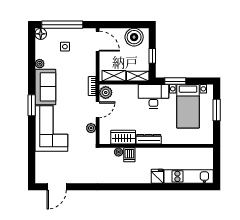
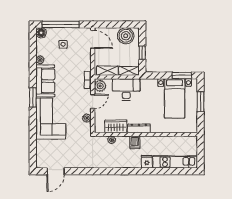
window: (175, 81) -> (182, 75), moved
desk: (153, 96) -> (126, 89), moved
dishwasher: (129, 155) -> (135, 142), moved

